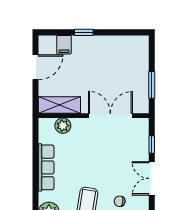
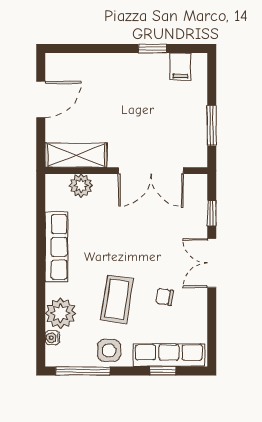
window: (84, 32) -> (152, 48), moved
filing cabinet: (64, 45) -> (180, 67), moved
double door: (110, 116) -> (151, 171), swing flipped

